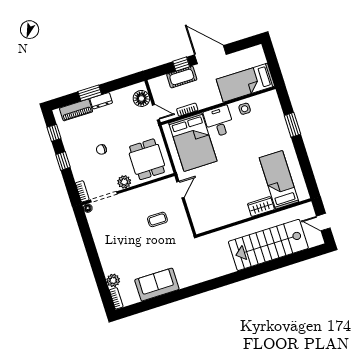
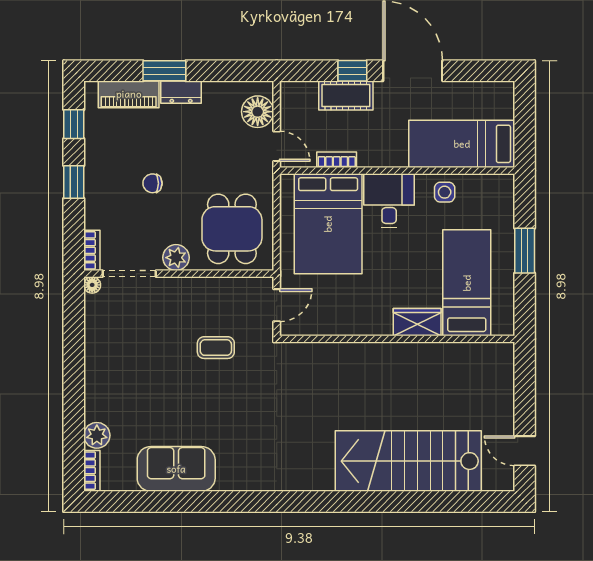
bed: (279, 180) -> (467, 283), moved
wardrobe: (261, 207) -> (417, 322), moved
wall: (254, 218) -> (397, 339), moved

